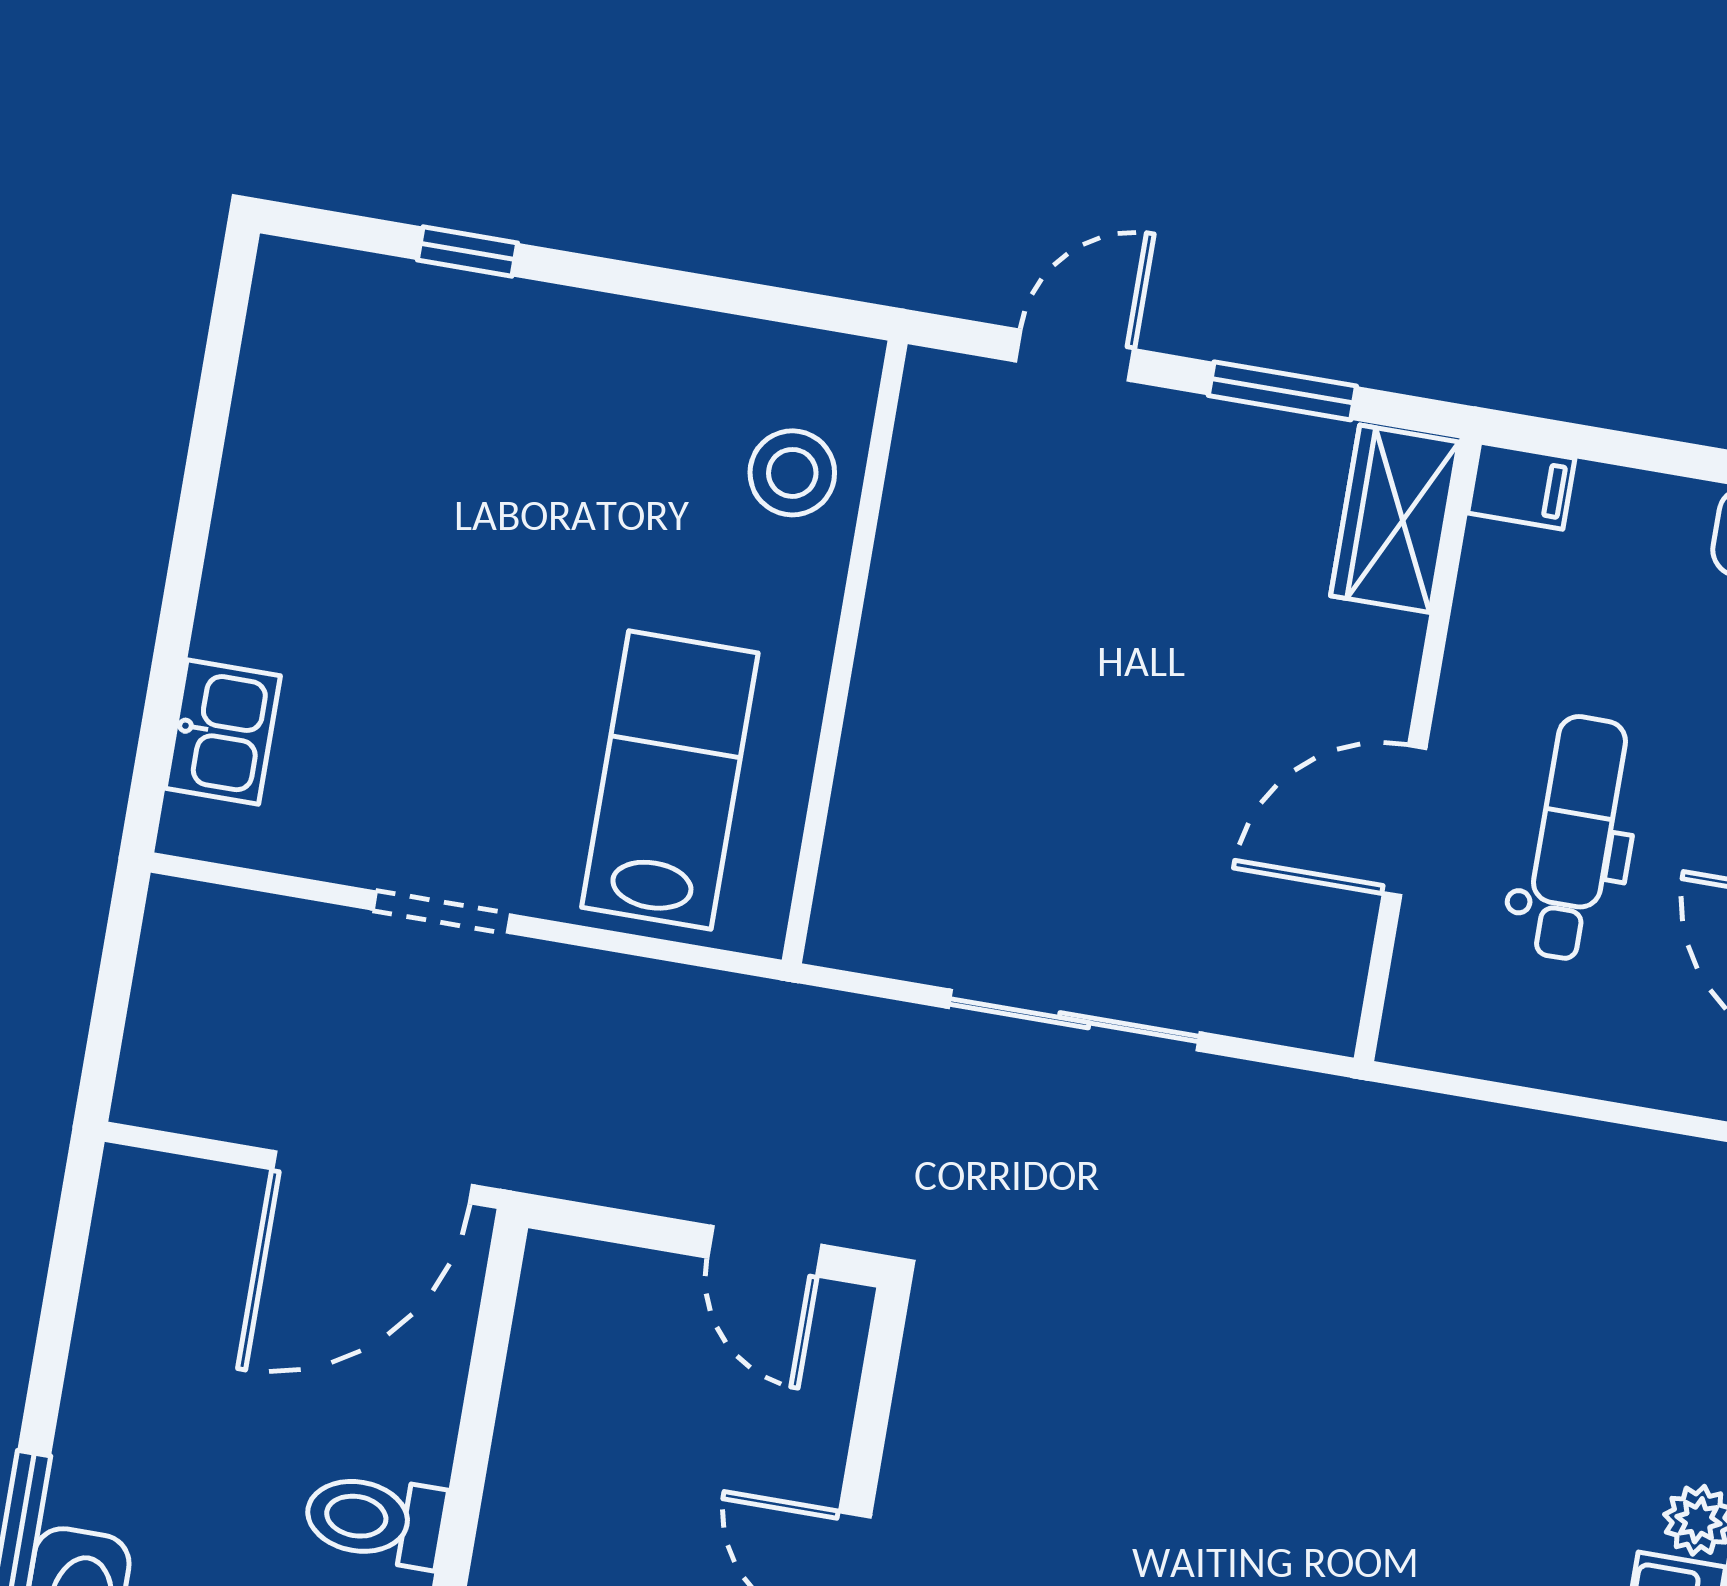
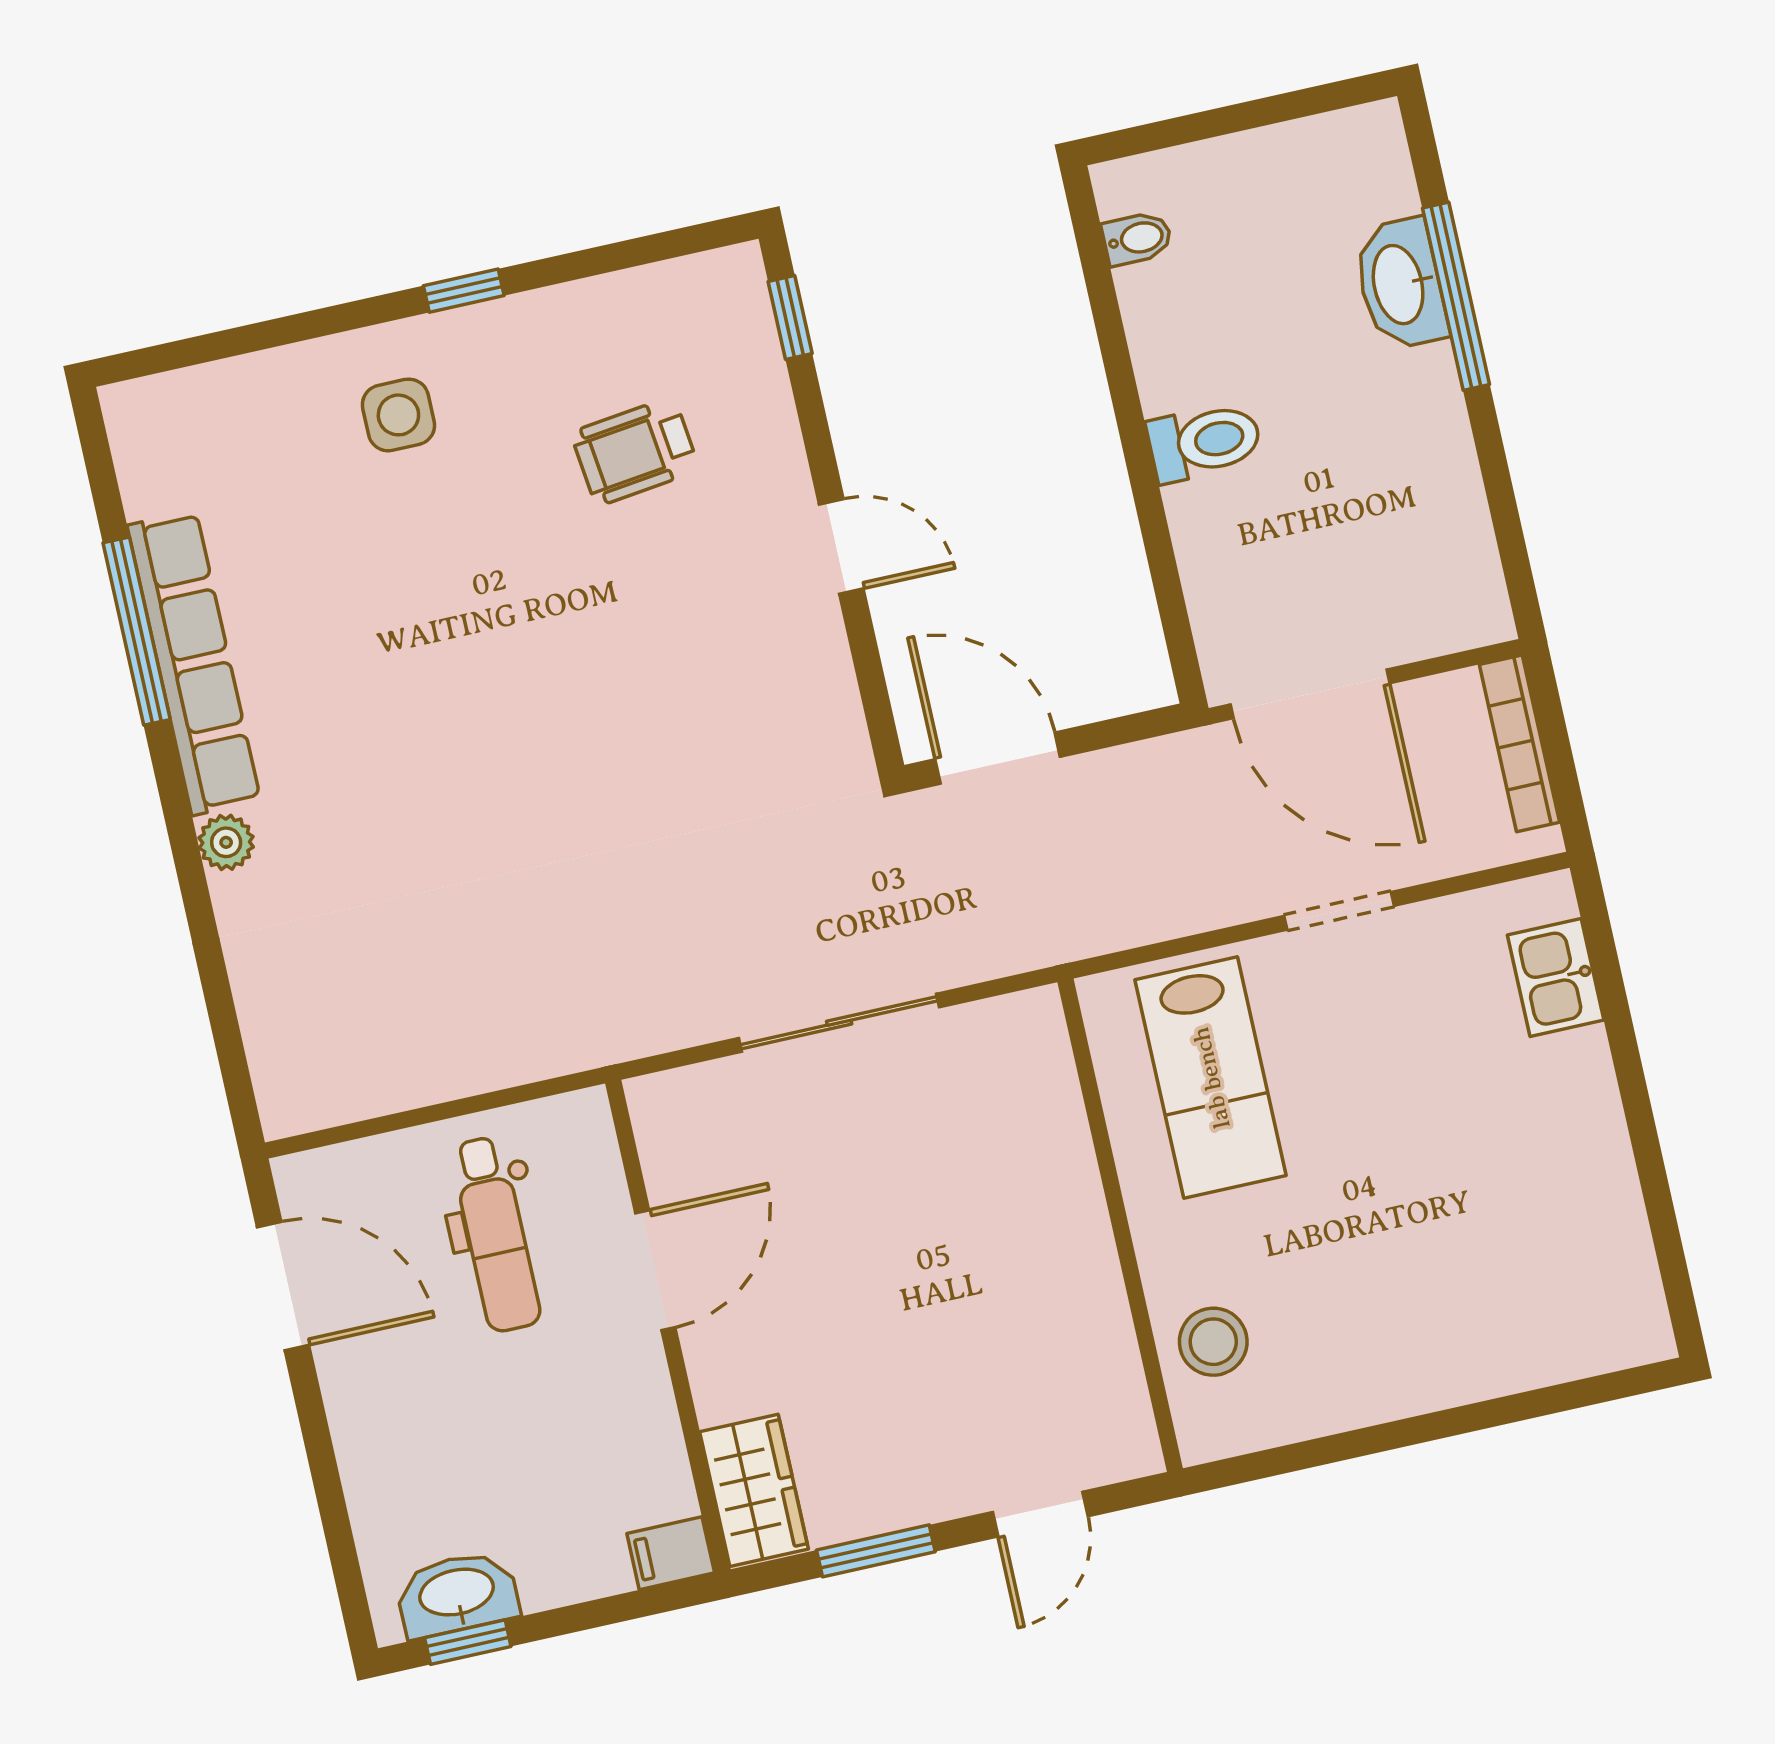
window: (468, 252) -> (1520, 1407), removed
dental chair: (1575, 838) -> (496, 1234), moved
bookcase: (153, 1020) -> (1519, 743), added
door: (372, 1177) -> (1310, 694), swing flipped
door: (765, 1251) -> (998, 758), width x1.38

